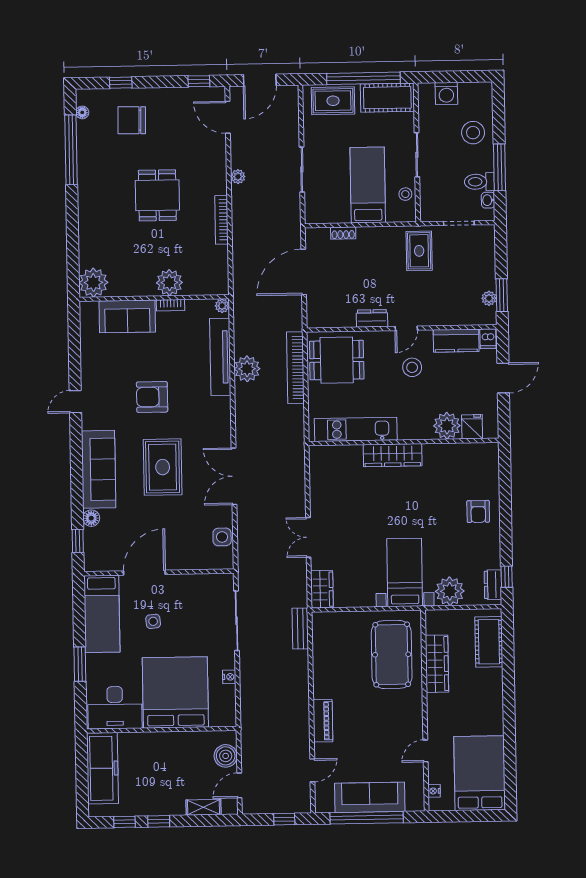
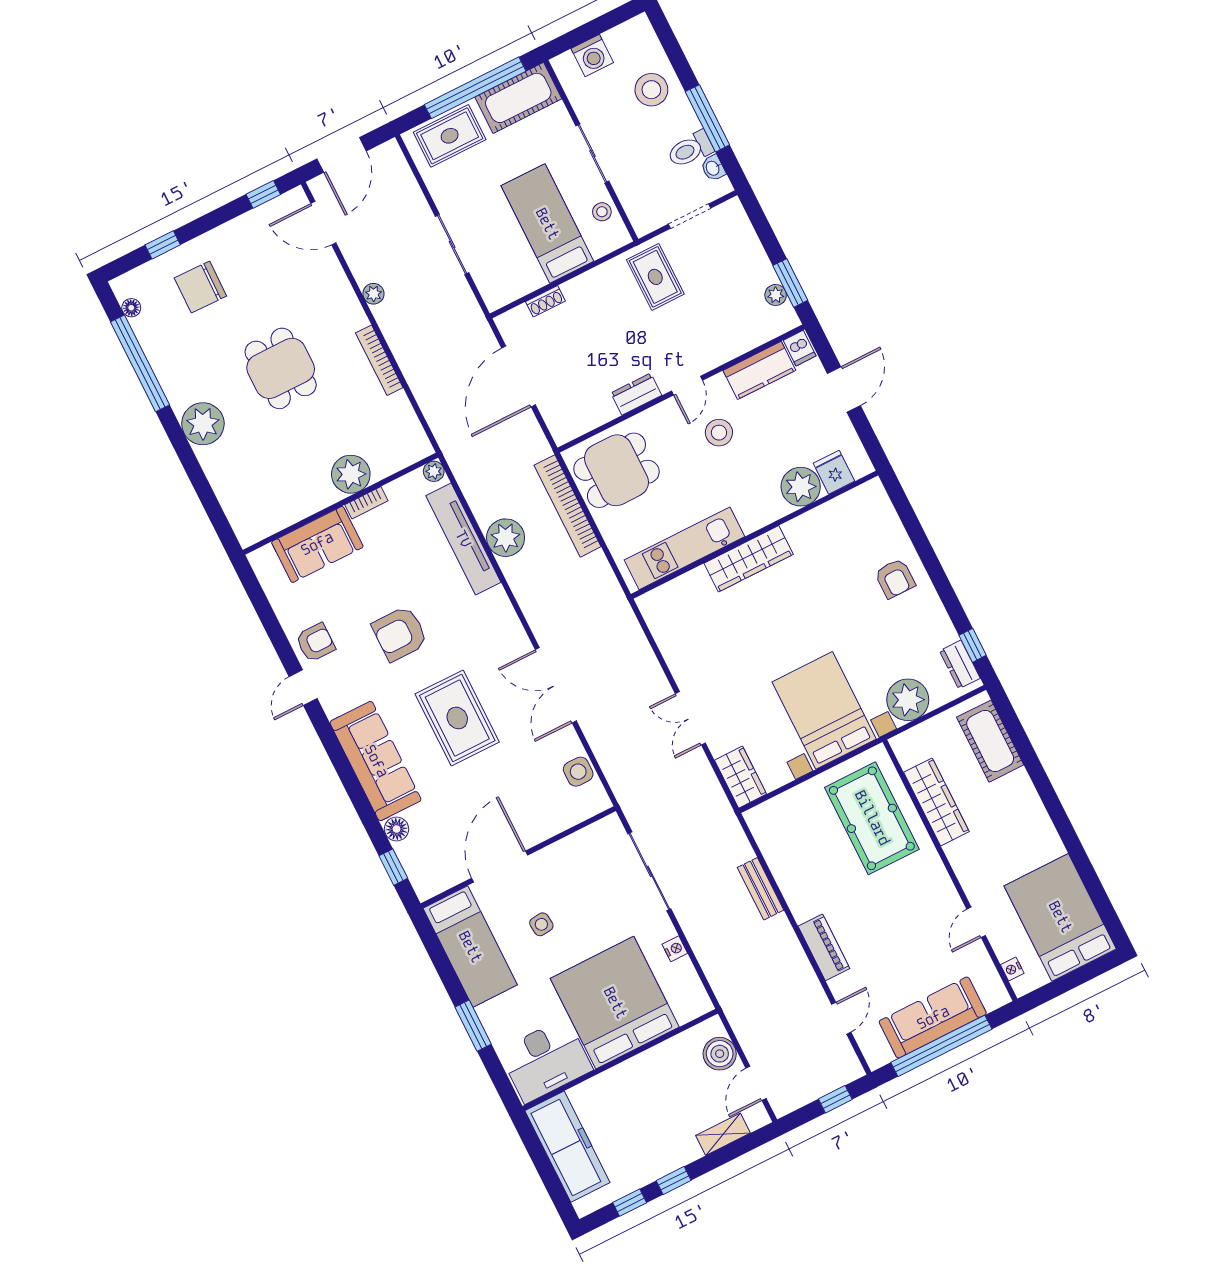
plant: (93, 283) -> (203, 424), moved
armchair: (97, 377) -> (315, 642), added
bed with nightstands: (405, 572) -> (824, 710), width x1.36
bench: (300, 629) -> (761, 889), moved

